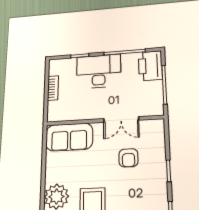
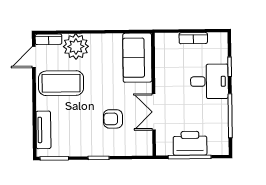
printer: (150, 66) -> (190, 143), moved
desk: (99, 71) -> (209, 81), width x0.73

